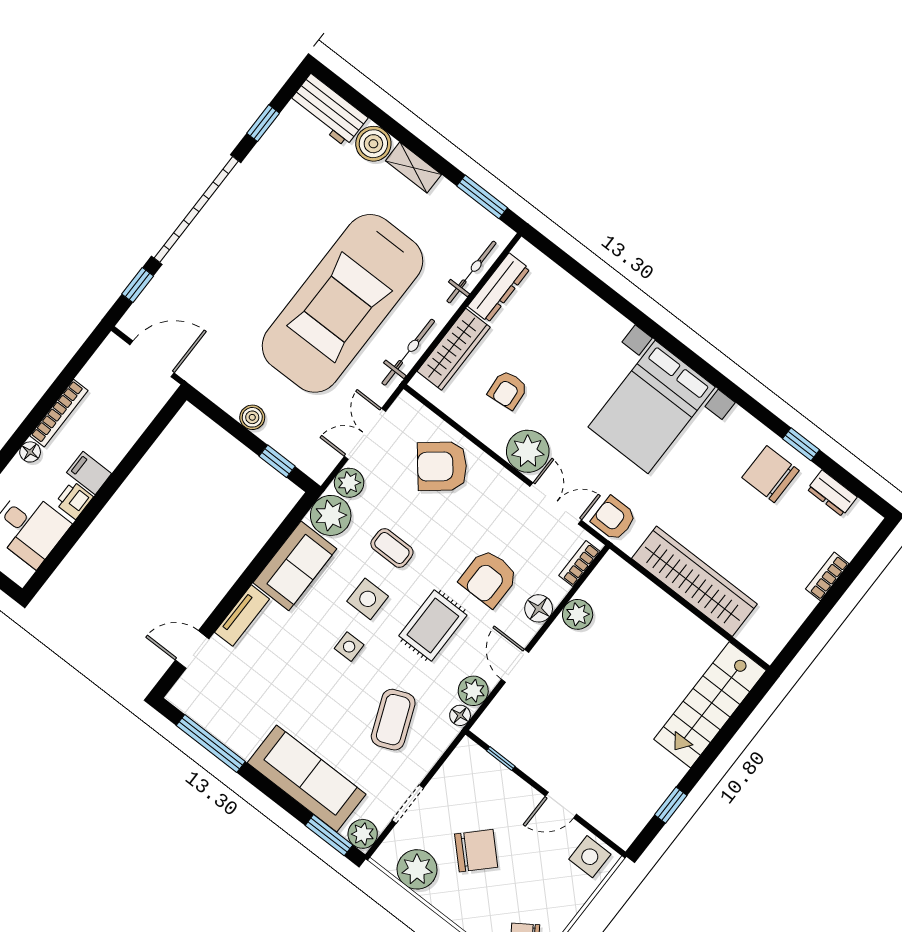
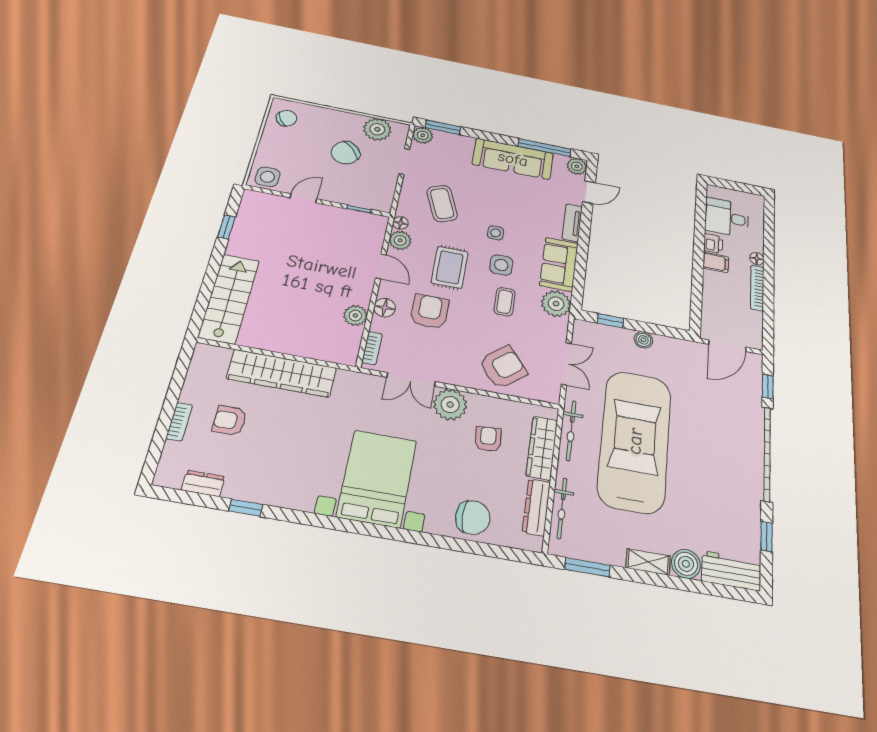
chair: (771, 474) -> (473, 517), moved
plant: (349, 483) -> (577, 166), moved
armchair: (614, 519) -> (230, 420), moved, turned 180
coffee table: (392, 548) -> (505, 302), turned 90
sofa: (307, 778) -> (513, 159), moved

